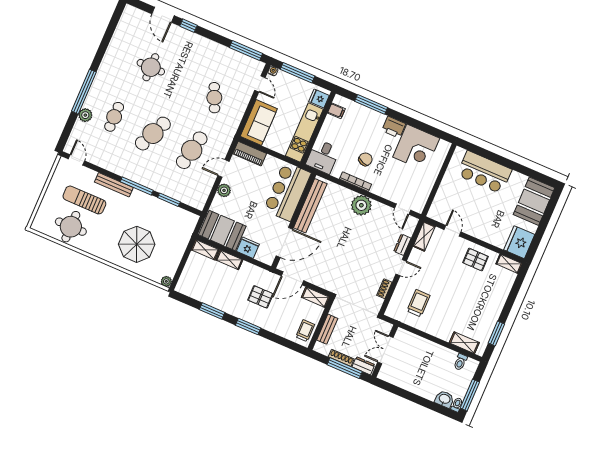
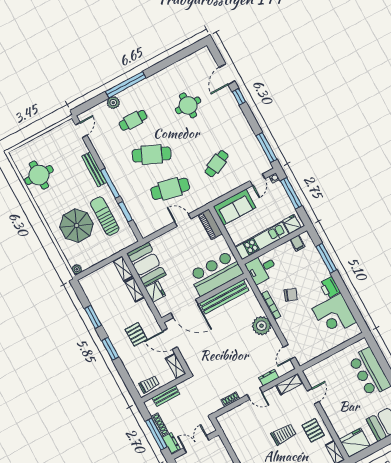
plant: (224, 190) -> (171, 236), removed
sun lounger: (84, 200) -> (105, 216), moved
trolley: (418, 303) -> (284, 434), moved

